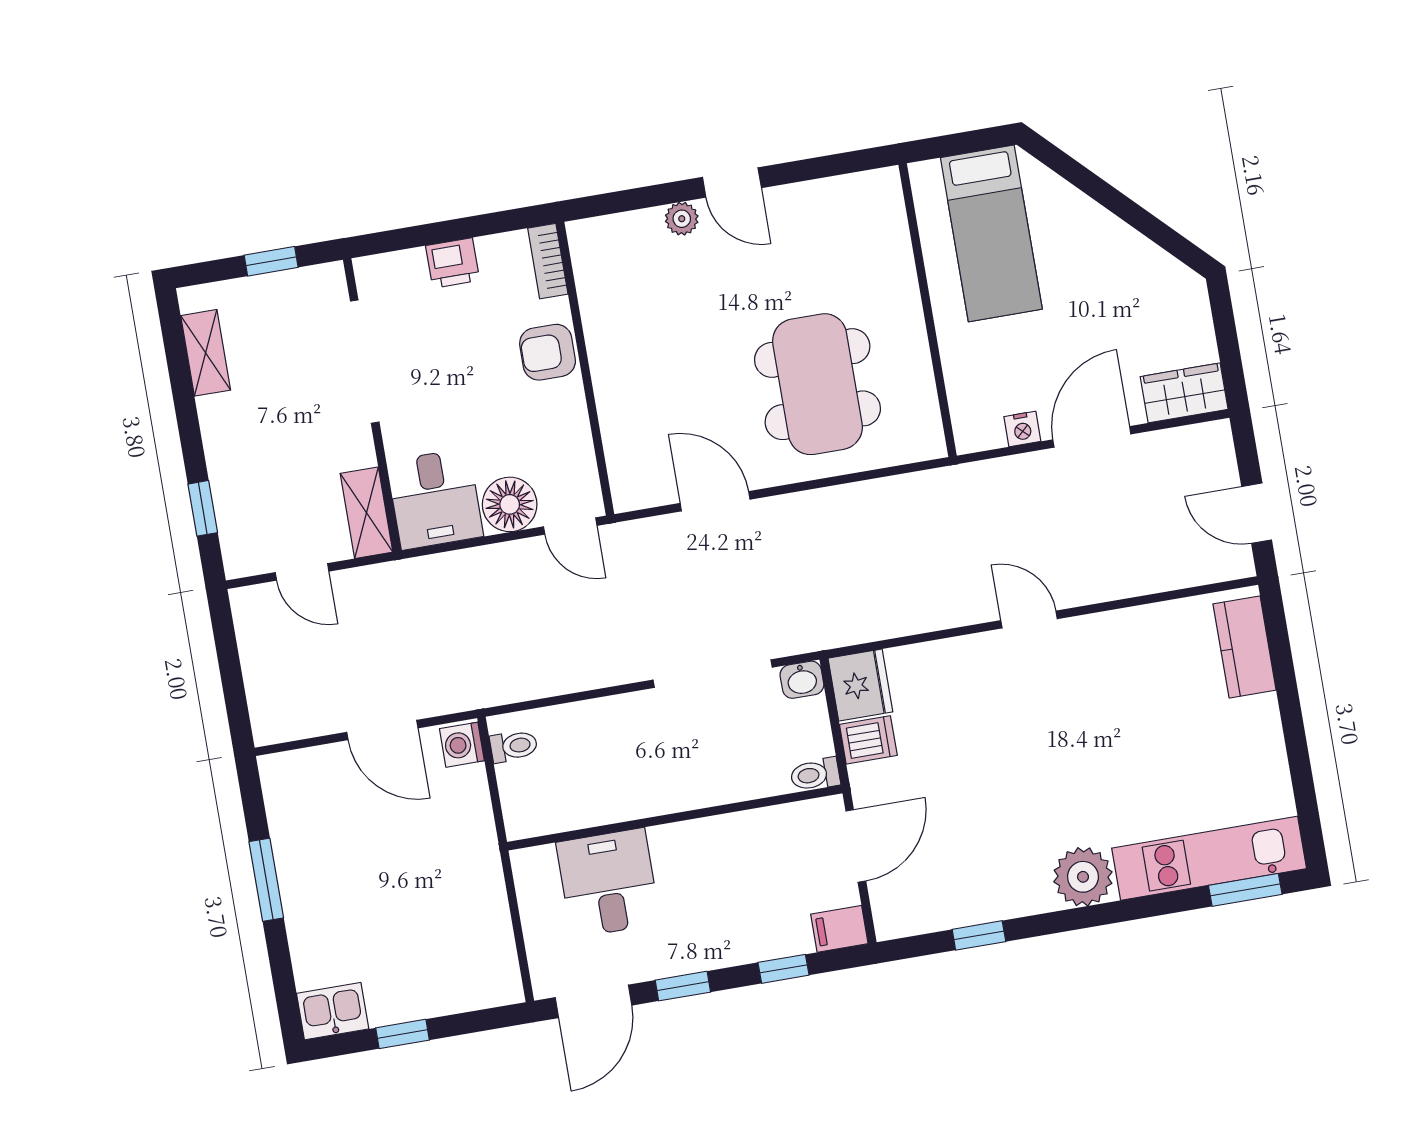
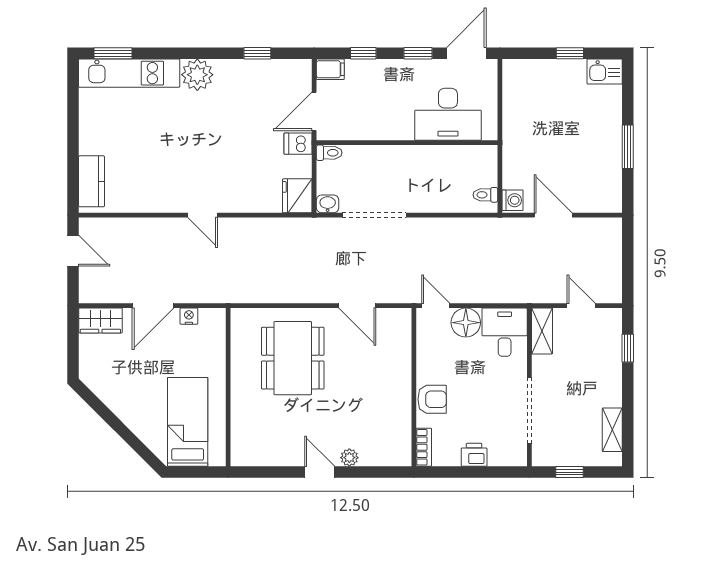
dishwasher: (868, 740) -> (298, 144), moved
desk: (608, 883) -> (448, 114), width x1.37

